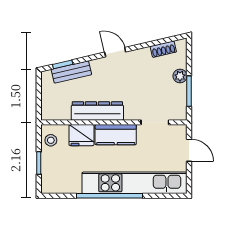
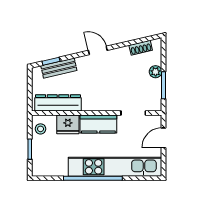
dresser: (97, 111) -> (58, 103), moved
door: (189, 150) -> (164, 138), swing flipped

